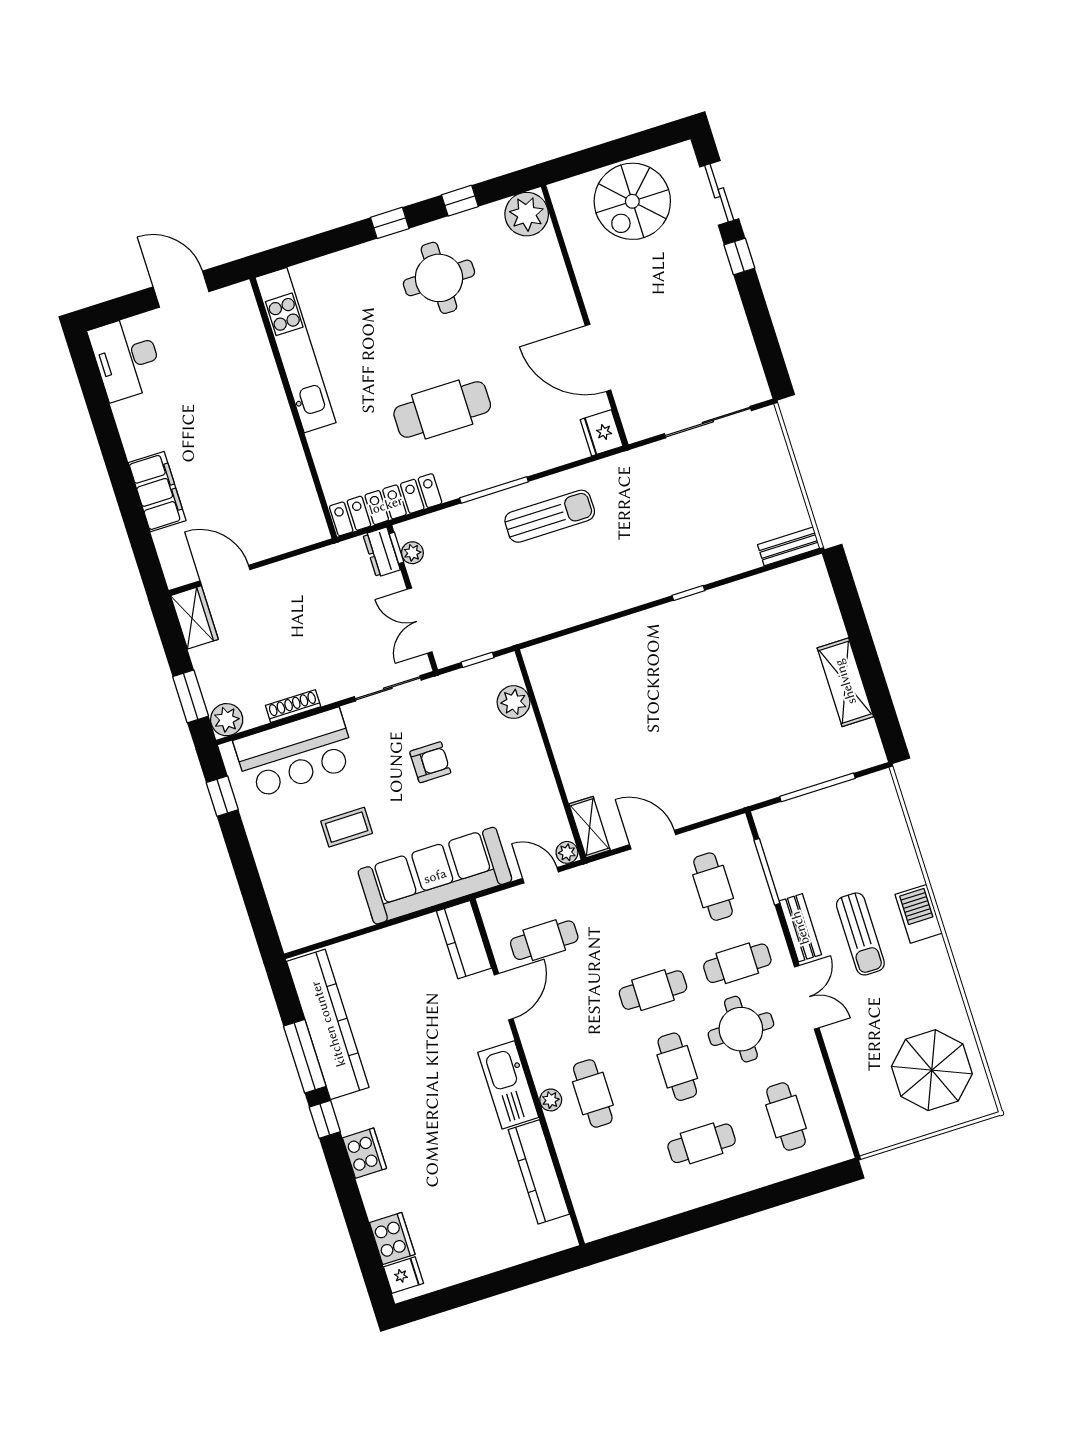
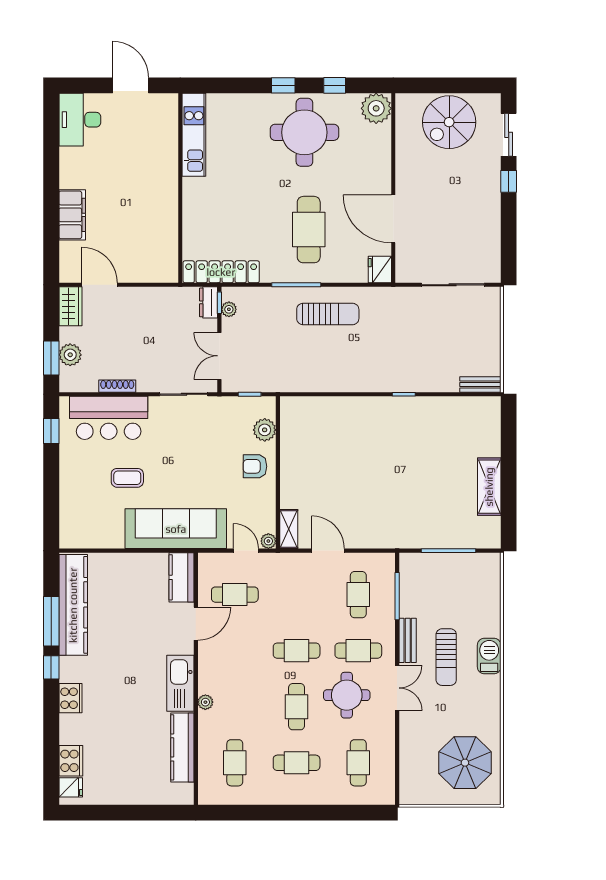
round table: (439, 278) -> (304, 132), width x1.36, depth x1.36
kitchen unit: (296, 350) -> (194, 135), width x0.73
cafe table: (442, 409) -> (309, 230), moved, turned 90
plant: (227, 720) -> (70, 355), moved
armchair: (430, 762) -> (255, 466), moved, turned 180
cafe table: (593, 1093) -> (235, 763), moved

